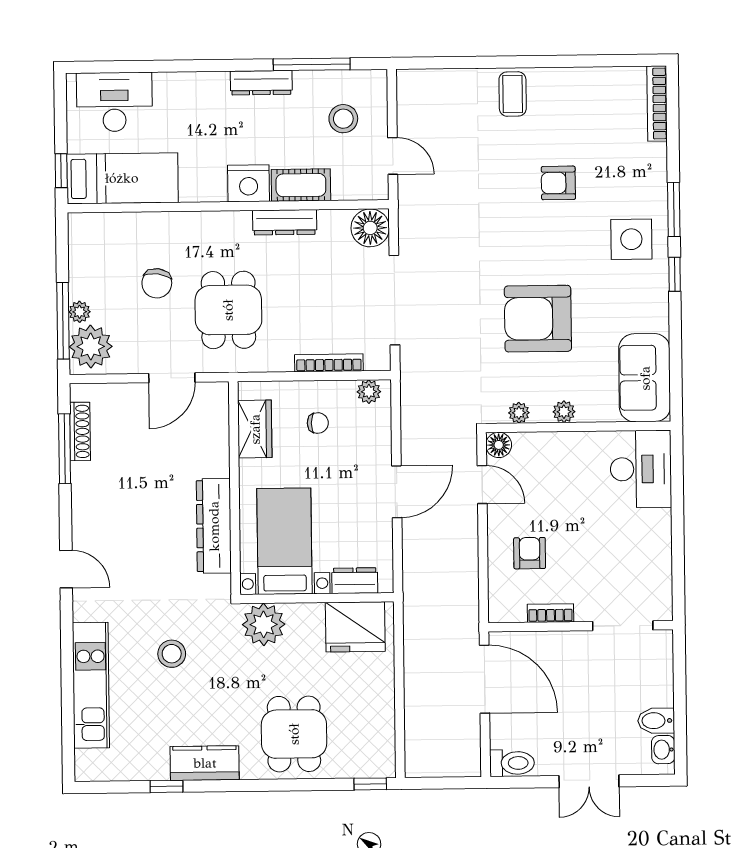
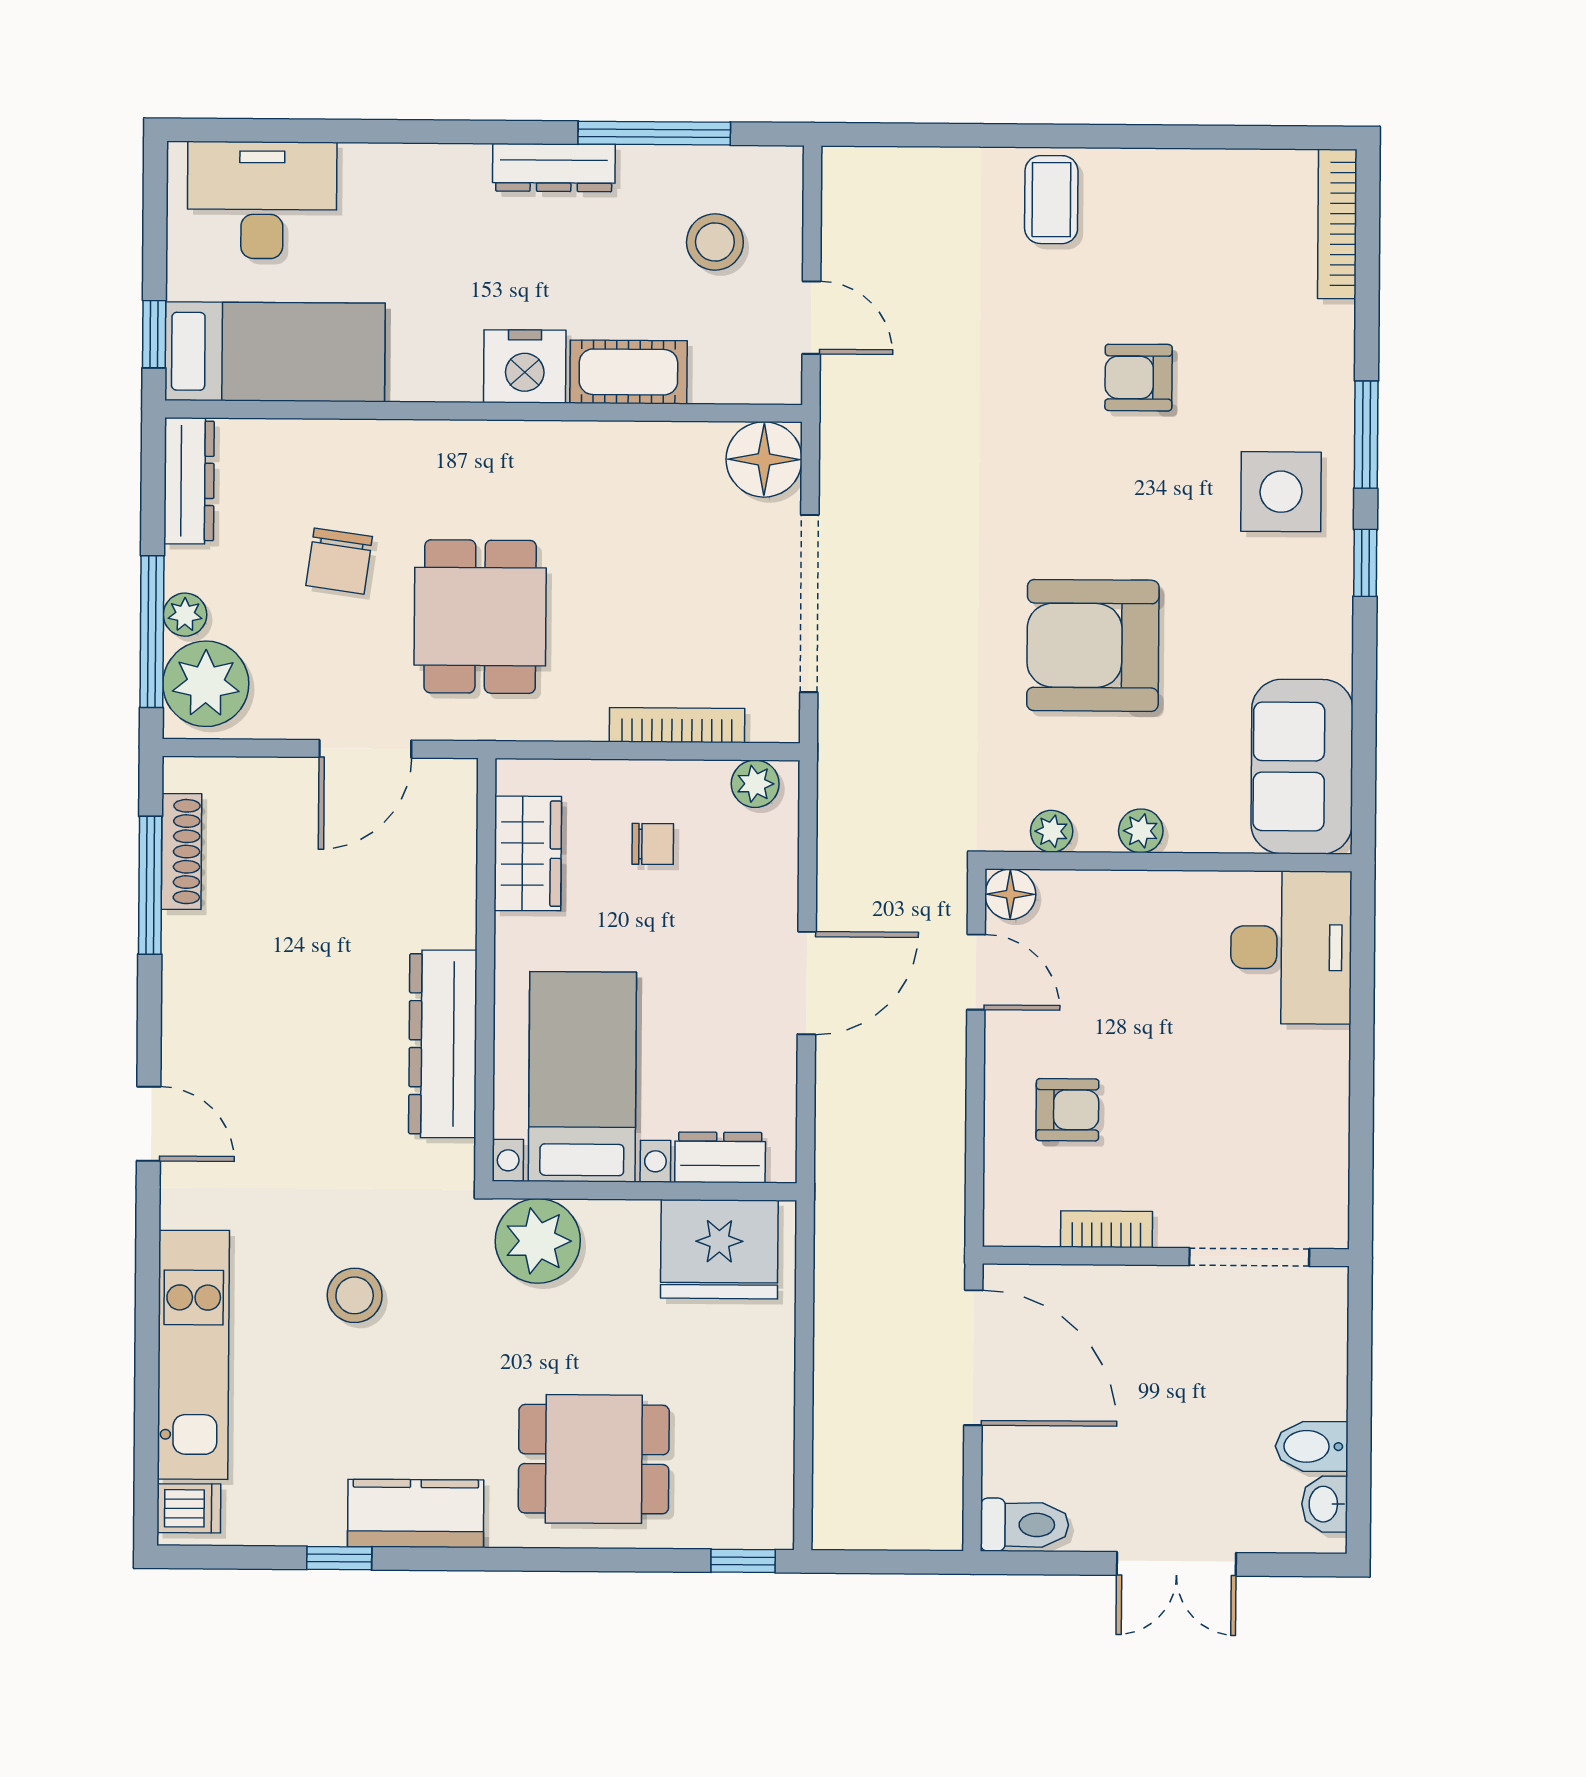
dresser: (285, 222) -> (189, 481), moved, turned -90
armchair: (530, 553) -> (1067, 1110), turned 90
dining table: (294, 734) -> (594, 1459), turned 90
dishwasher: (90, 763) -> (189, 1508), added

